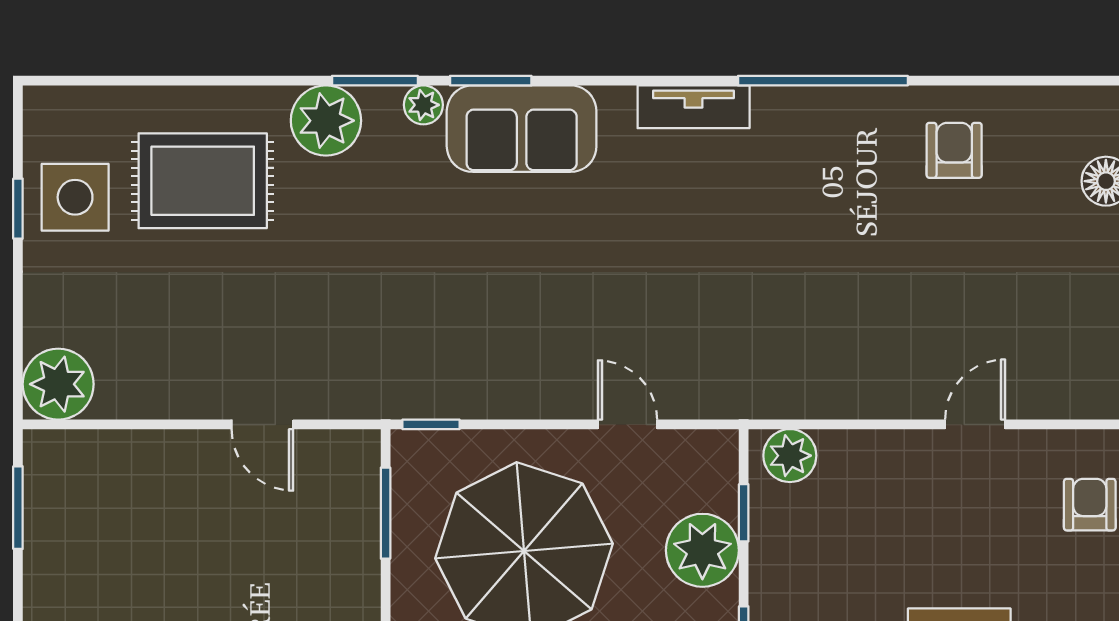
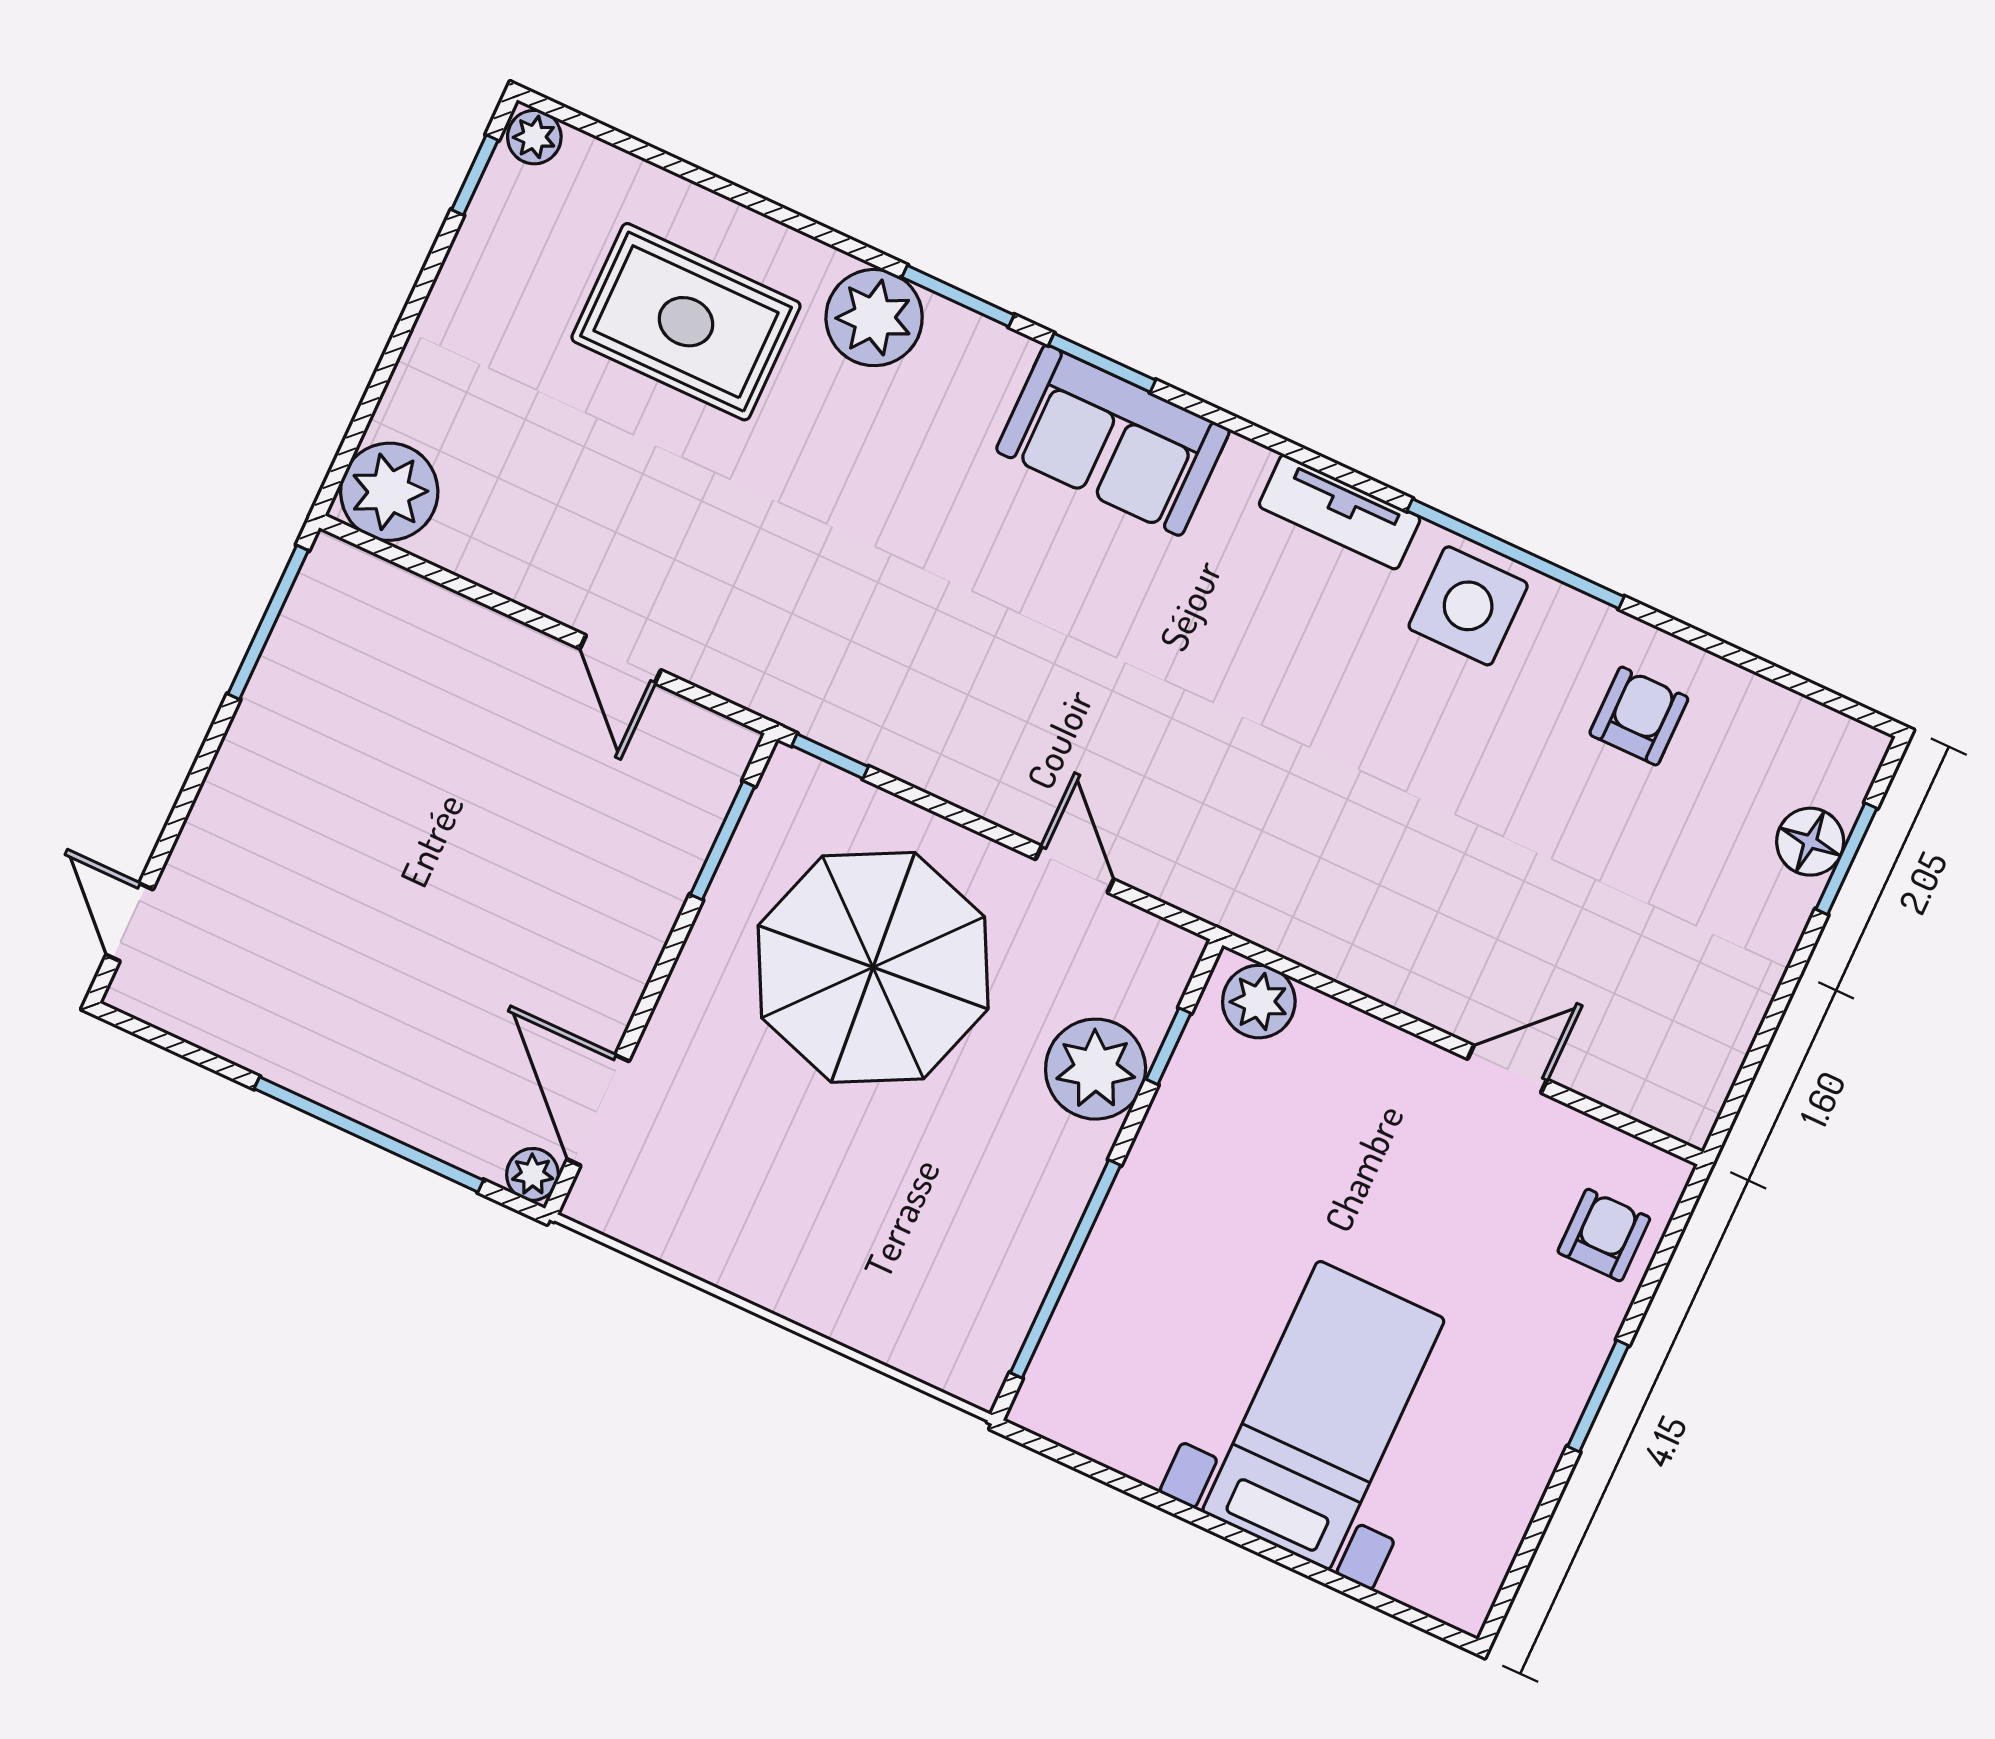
plant: (423, 105) -> (534, 137), moved
side table: (75, 197) -> (1468, 606), moved
window: (18, 209) -> (475, 175), moved
window: (18, 508) -> (268, 622), width x1.44

